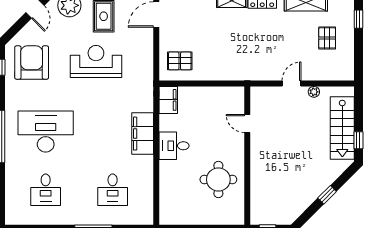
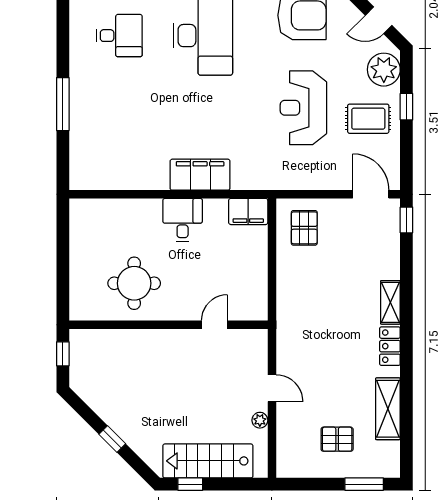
window: (358, 19) -> (364, 484), width x1.50
reception desk: (96, 61) -> (303, 108), turned 180
desk: (46, 190) -> (119, 36), turned 180
desk: (113, 190) -> (119, 132), removed

